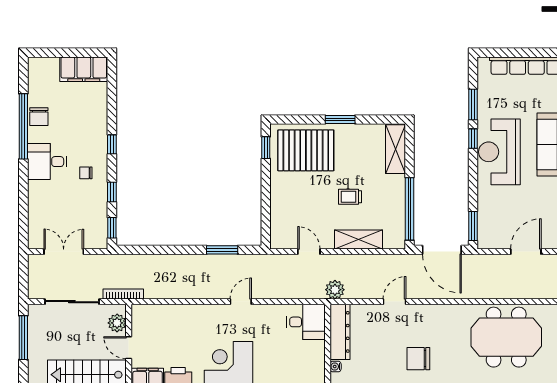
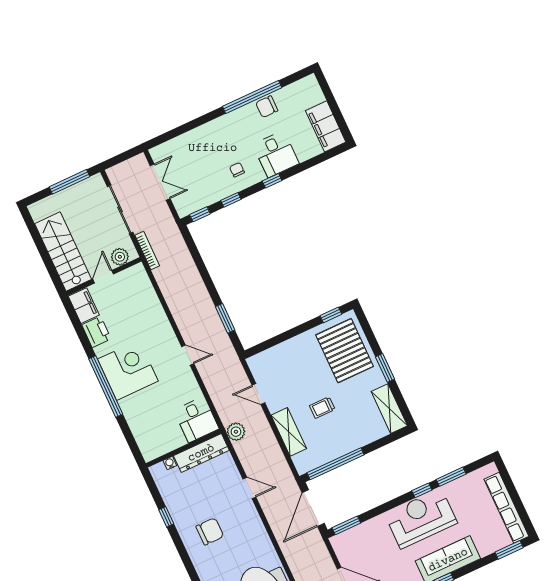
shelving: (396, 149) -> (389, 409), moved, turned 90
desk: (47, 162) -> (276, 154), moved, turned 180
trolley: (350, 197) -> (322, 408), turned -90
door: (309, 252) -> (258, 394), swing flipped
chair: (418, 359) -> (210, 531), turned 90

